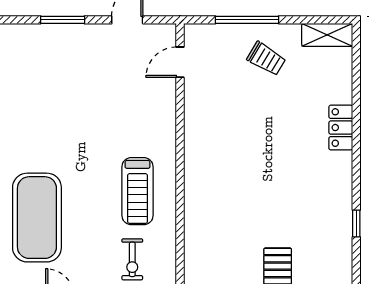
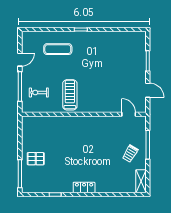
locker: (341, 128) -> (84, 187), moved
treadmill: (137, 191) -> (70, 95), turned 90
exercise mat: (37, 218) -> (58, 49), width x0.50, depth x0.69

